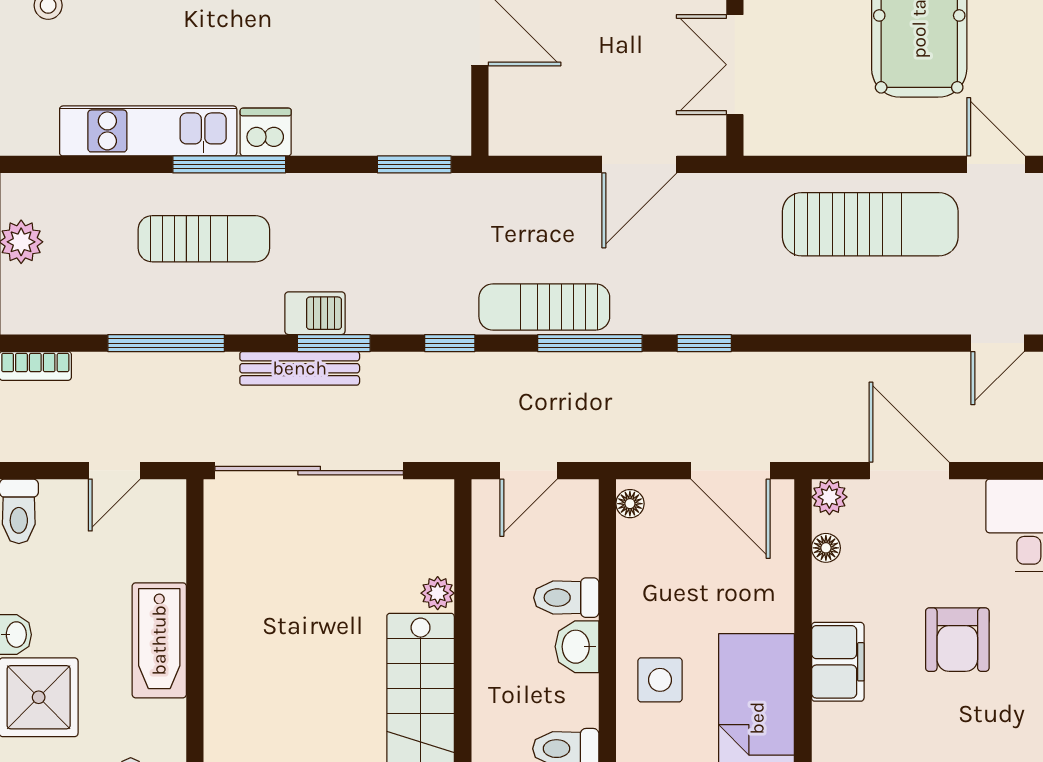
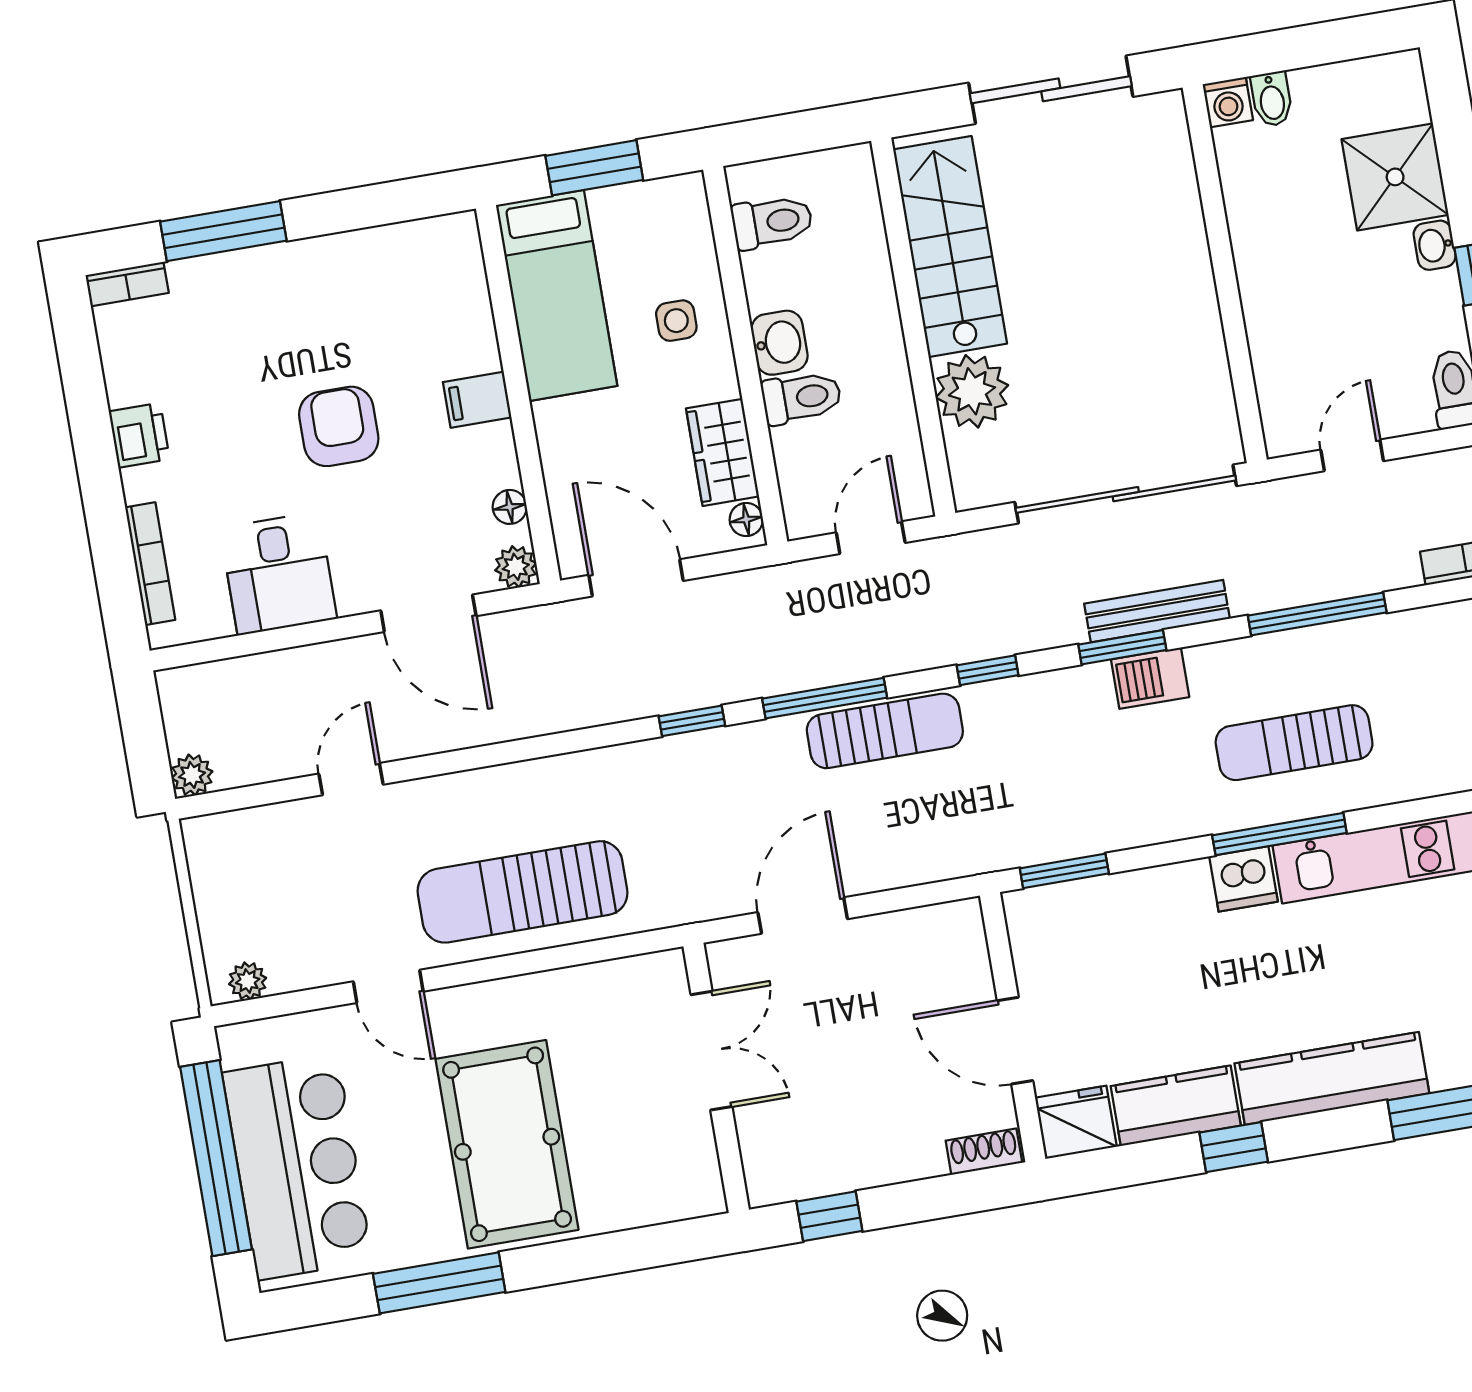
wardrobe: (640, 563) -> (722, 452), added
plant: (438, 593) -> (972, 391), width x1.88, depth x1.88
bathtub: (159, 640) -> (1266, 267), removed
filing cabinet: (838, 662) -> (477, 400), width x0.50
side table: (660, 680) -> (676, 321), width x0.73, depth x0.73

